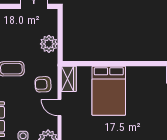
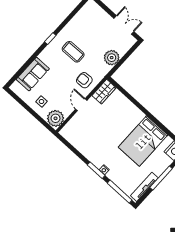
bed: (109, 91) -> (143, 141), moved

